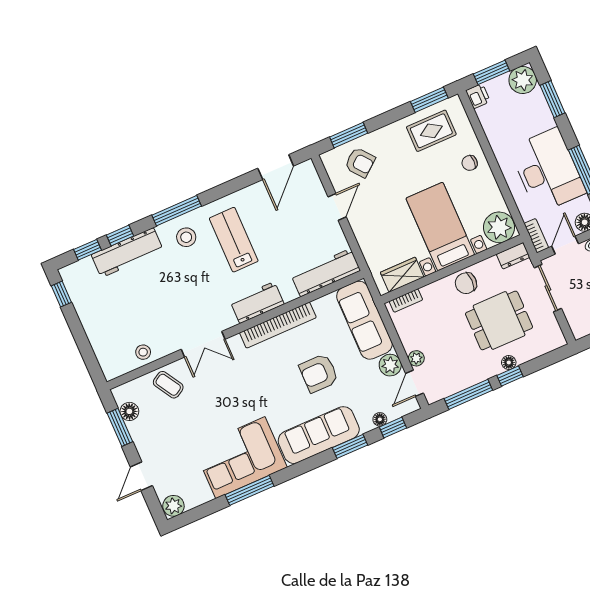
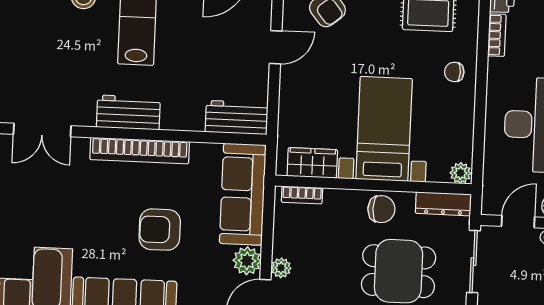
plant: (499, 227) -> (461, 173), width x0.53, depth x0.53
bookcase: (536, 236) -> (497, 35), moved
dresser: (513, 256) -> (443, 204), width x1.44
workbench: (326, 273) -> (237, 117), width x0.73
chair: (466, 283) -> (381, 209), turned 180

